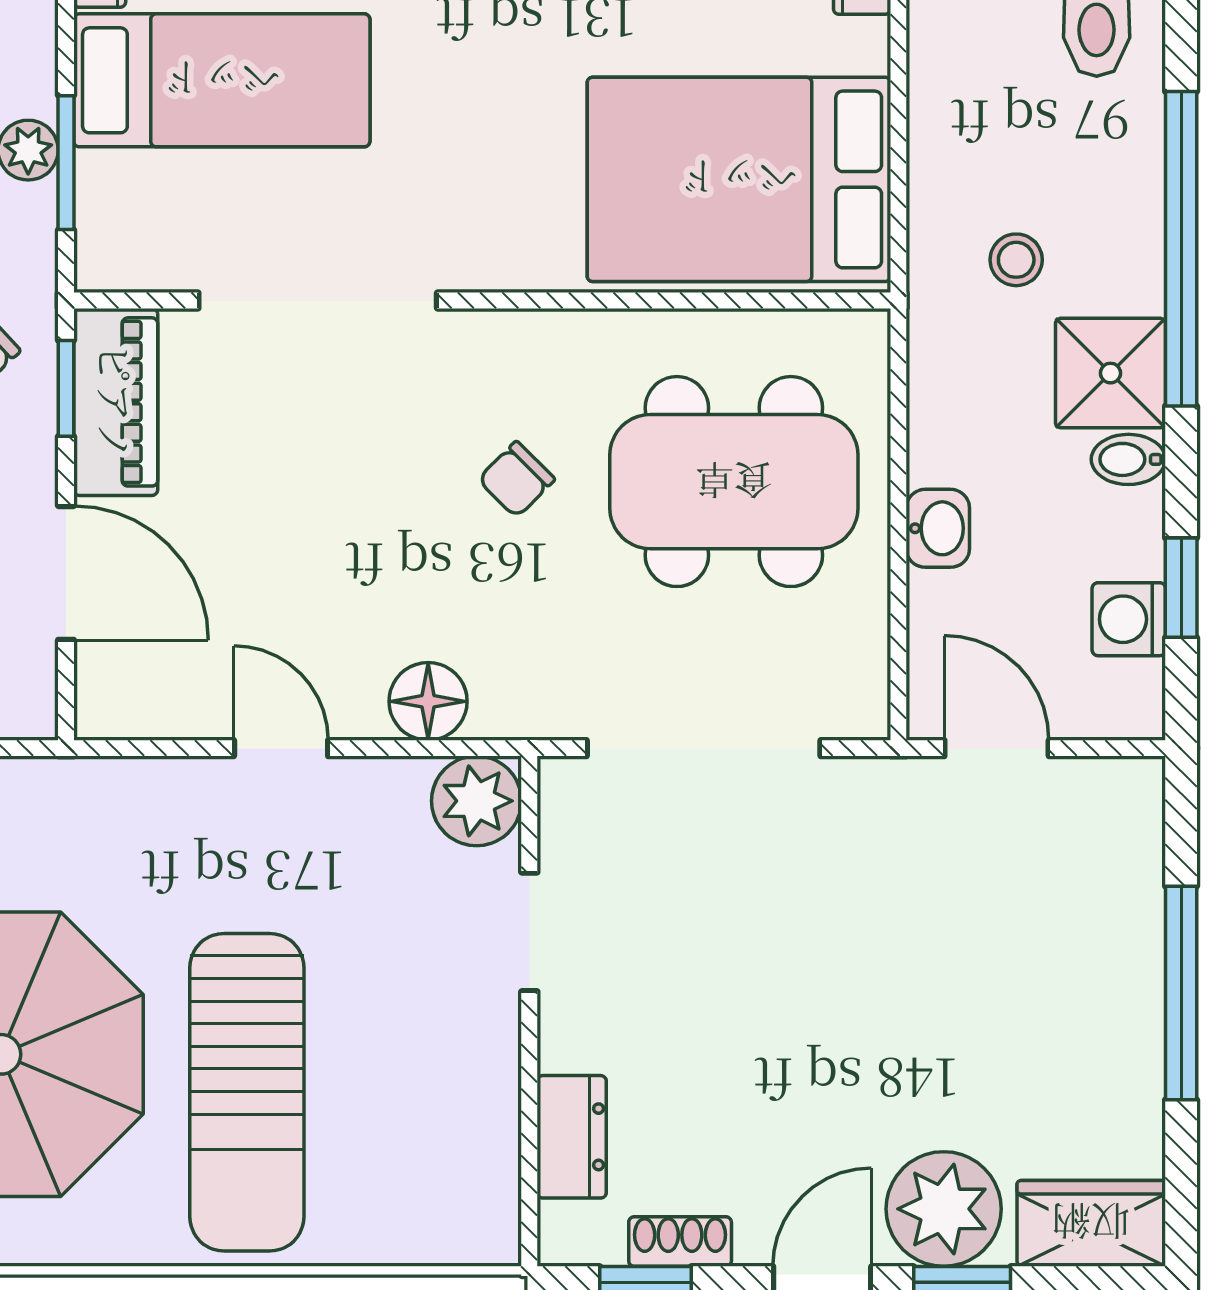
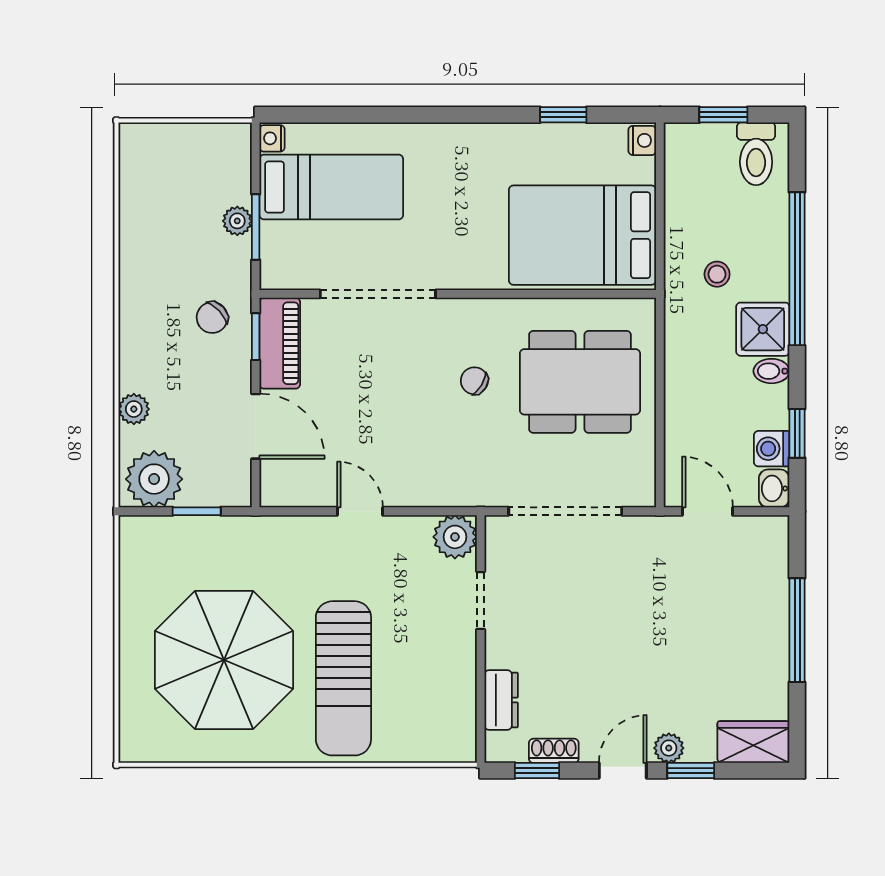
chair: (516, 479) -> (474, 381), turned 76
washbasin: (938, 528) -> (774, 488), moved, turned 180
floor lamp: (428, 701) -> (431, 489), removed
plant: (944, 1209) -> (669, 748), width x0.53, depth x0.53

